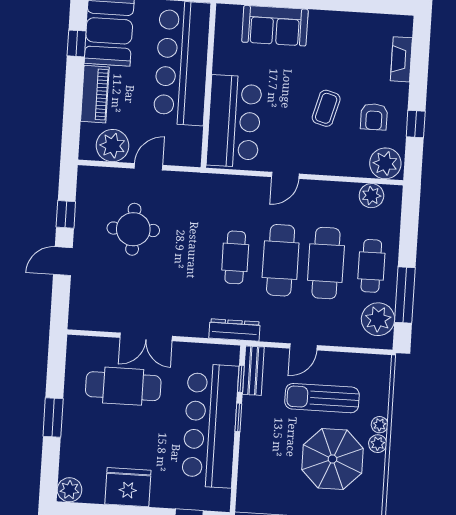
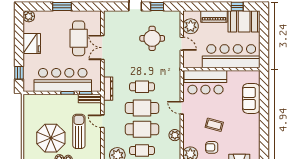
plant: (371, 196) -> (175, 135), moved

